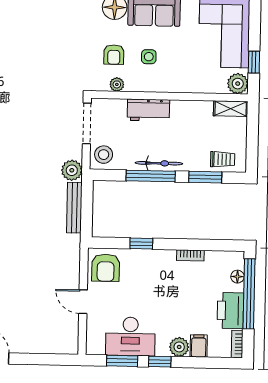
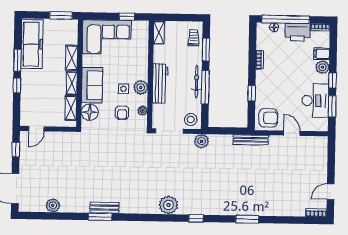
armchair: (114, 55) -> (122, 113), turned 90
plant: (238, 84) -> (141, 87), moved
workbench: (148, 110) -> (160, 83), width x1.38
bench: (74, 208) -> (251, 140), moved
door: (83, 302) -> (292, 133), swing flipped

